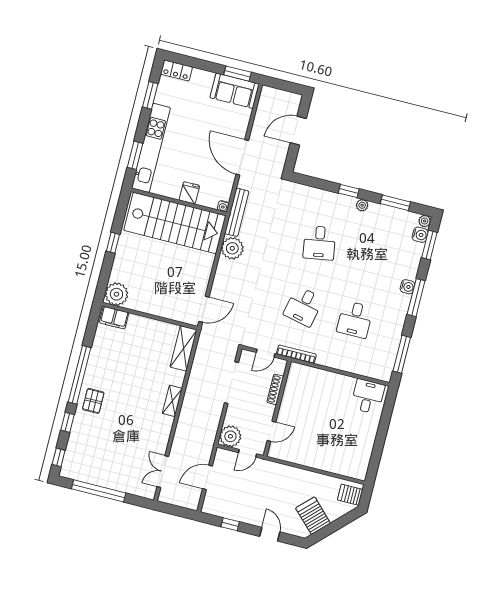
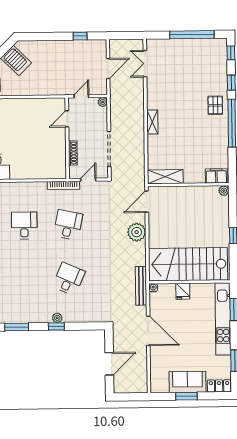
window: (237, 74) -> (186, 396), moved
sofa: (235, 91) -> (187, 382), moved
plant: (362, 205) -> (57, 318), moved
desk: (319, 243) -> (69, 279), turned 33
plant: (232, 248) -> (137, 232), moved
plant: (116, 294) -> (224, 191), width x0.53, depth x0.53
shelving: (184, 348) -> (165, 177), moved, turned 90
plant: (230, 436) -> (103, 102), width x0.53, depth x0.53
double door: (163, 472) -> (145, 64), swing flipped
door: (270, 534) -> (47, 36), removed

